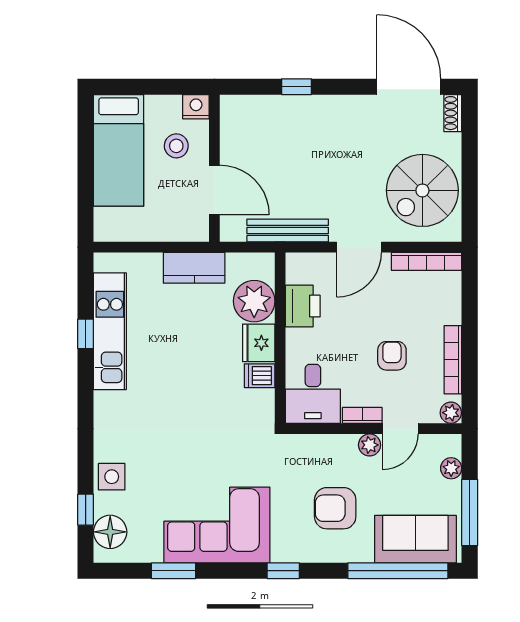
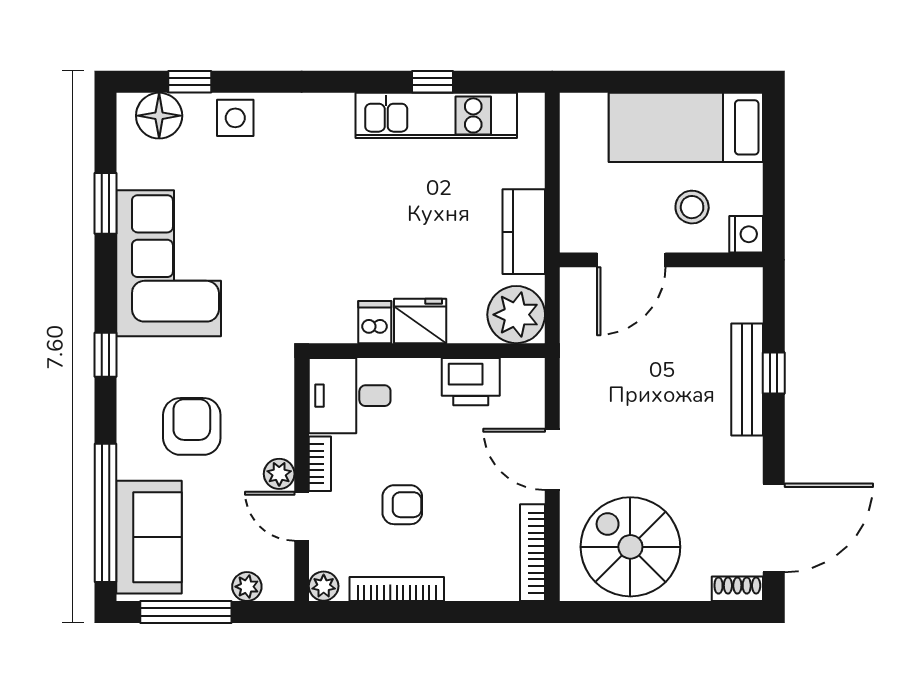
bench: (288, 230) -> (747, 379), moved
plant: (254, 301) -> (516, 315), moved

